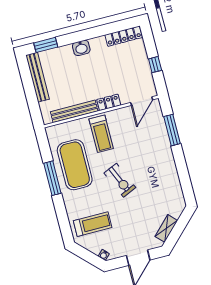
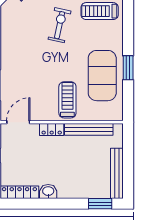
washbasin: (81, 48) -> (48, 191), moved
window: (52, 178) -> (128, 68), width x0.69
exercise bike: (120, 180) -> (60, 25), moved, turned 36

